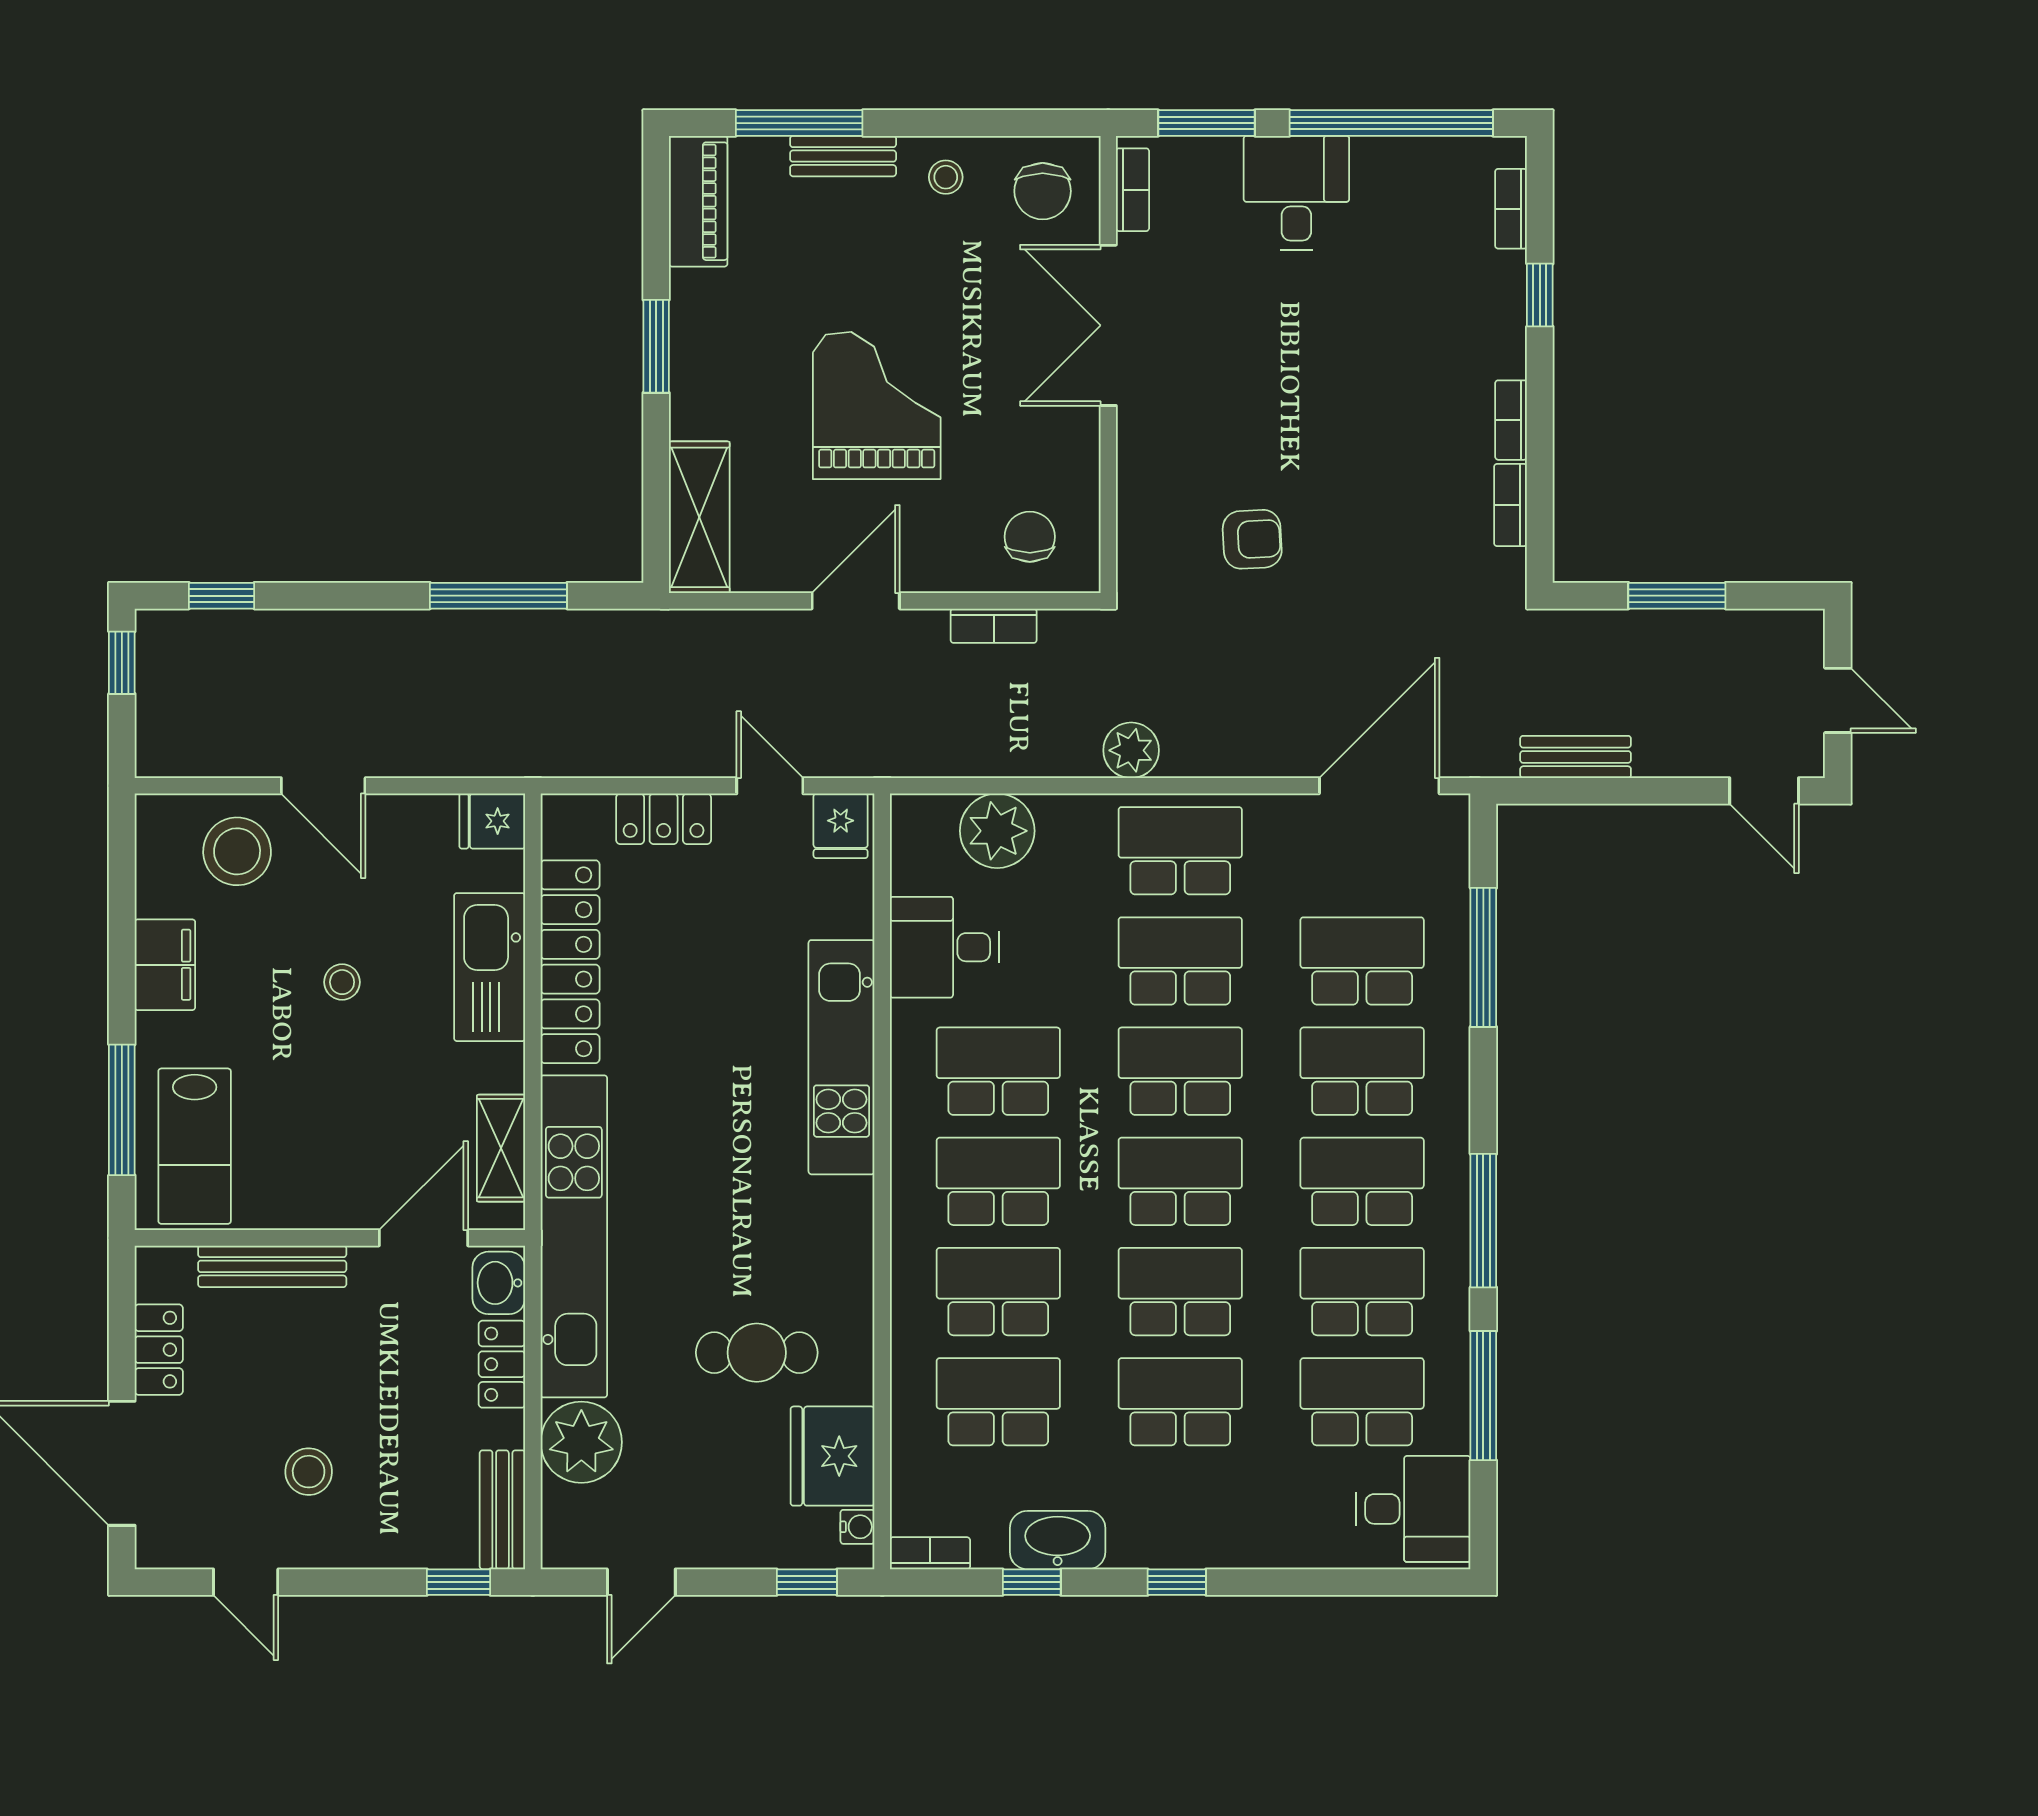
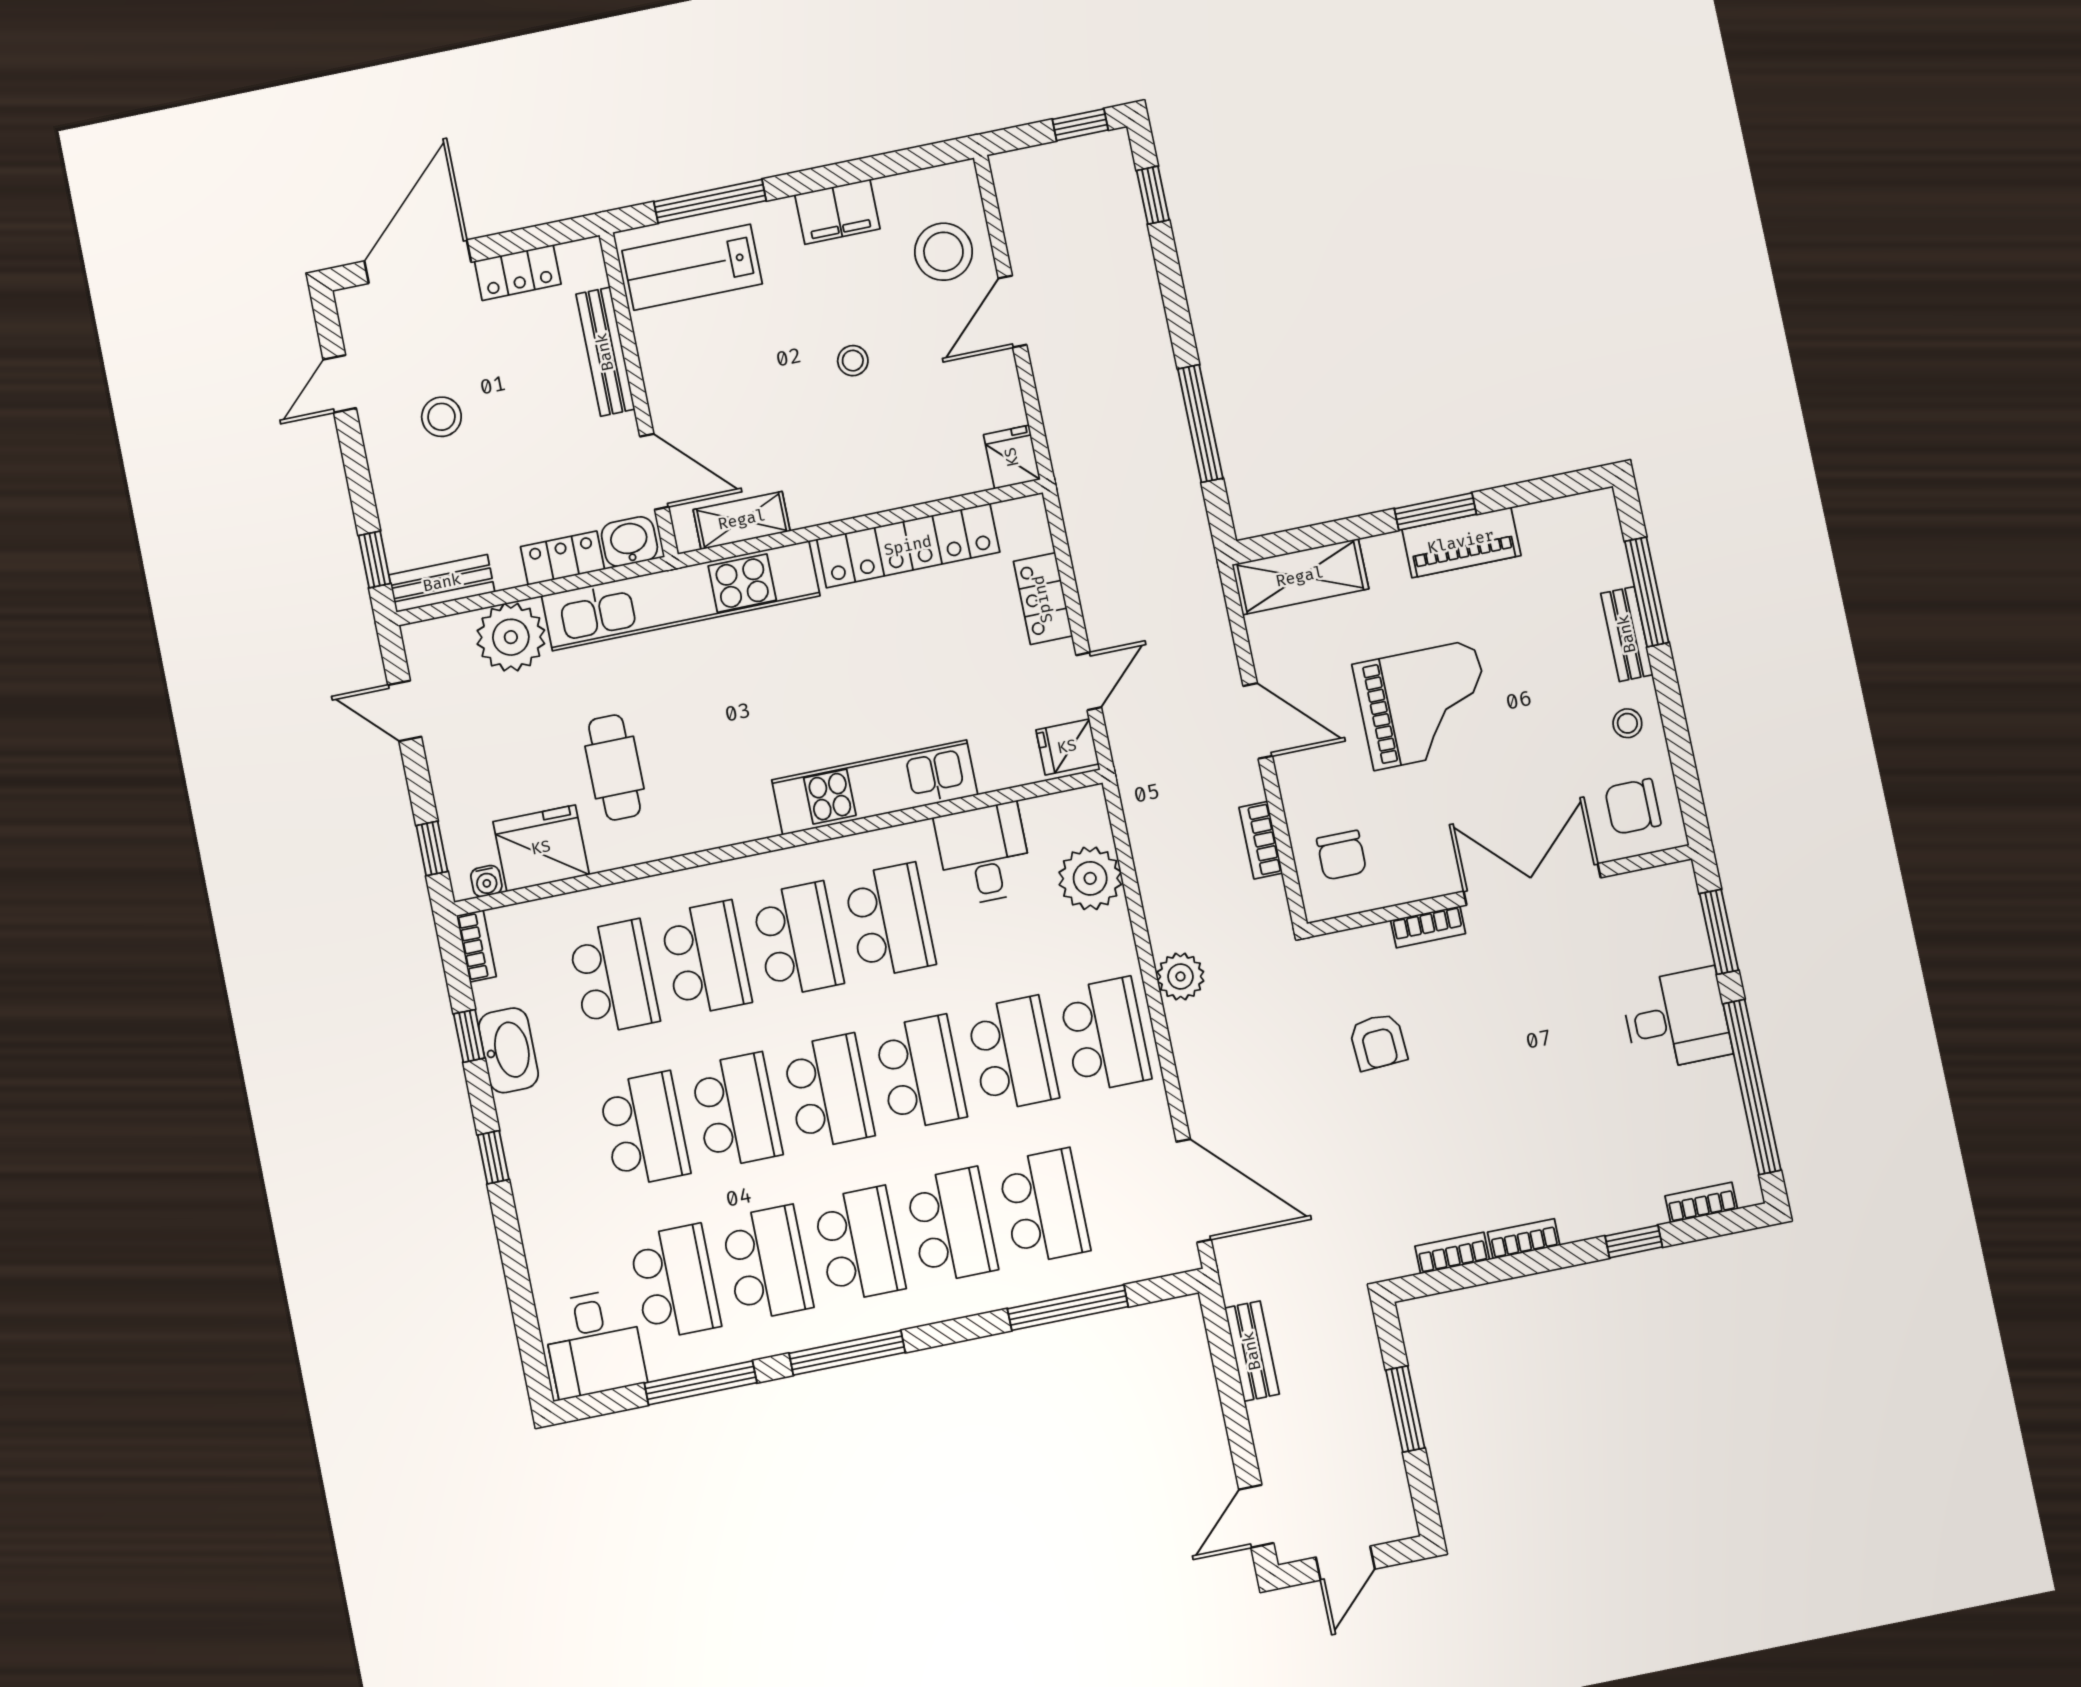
bookcase: (1133, 190) -> (1428, 927), moved
piano: (698, 201) -> (1461, 542), moved
chair: (1030, 537) -> (1341, 855), turned 90
kitchen sink: (490, 967) -> (890, 480), removed

